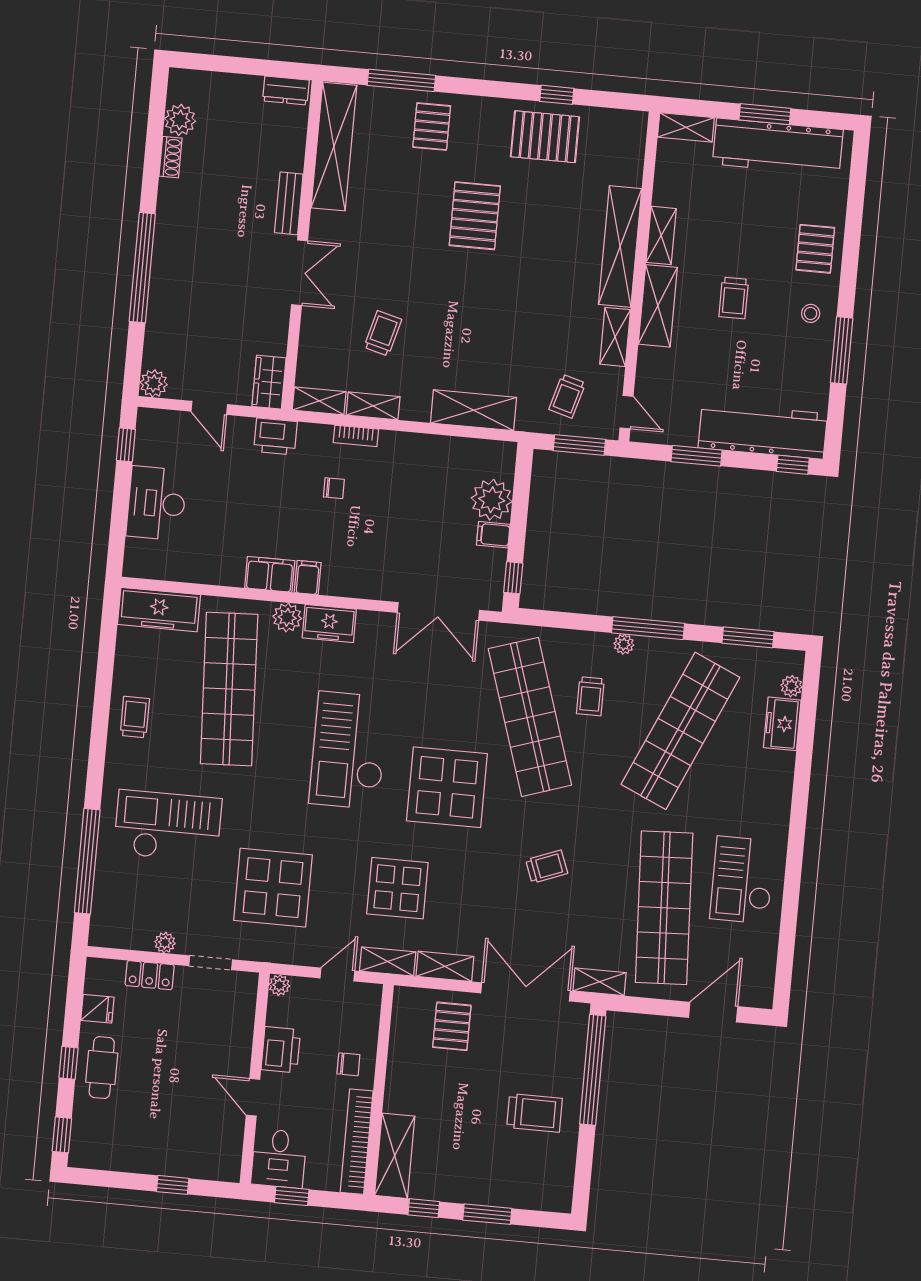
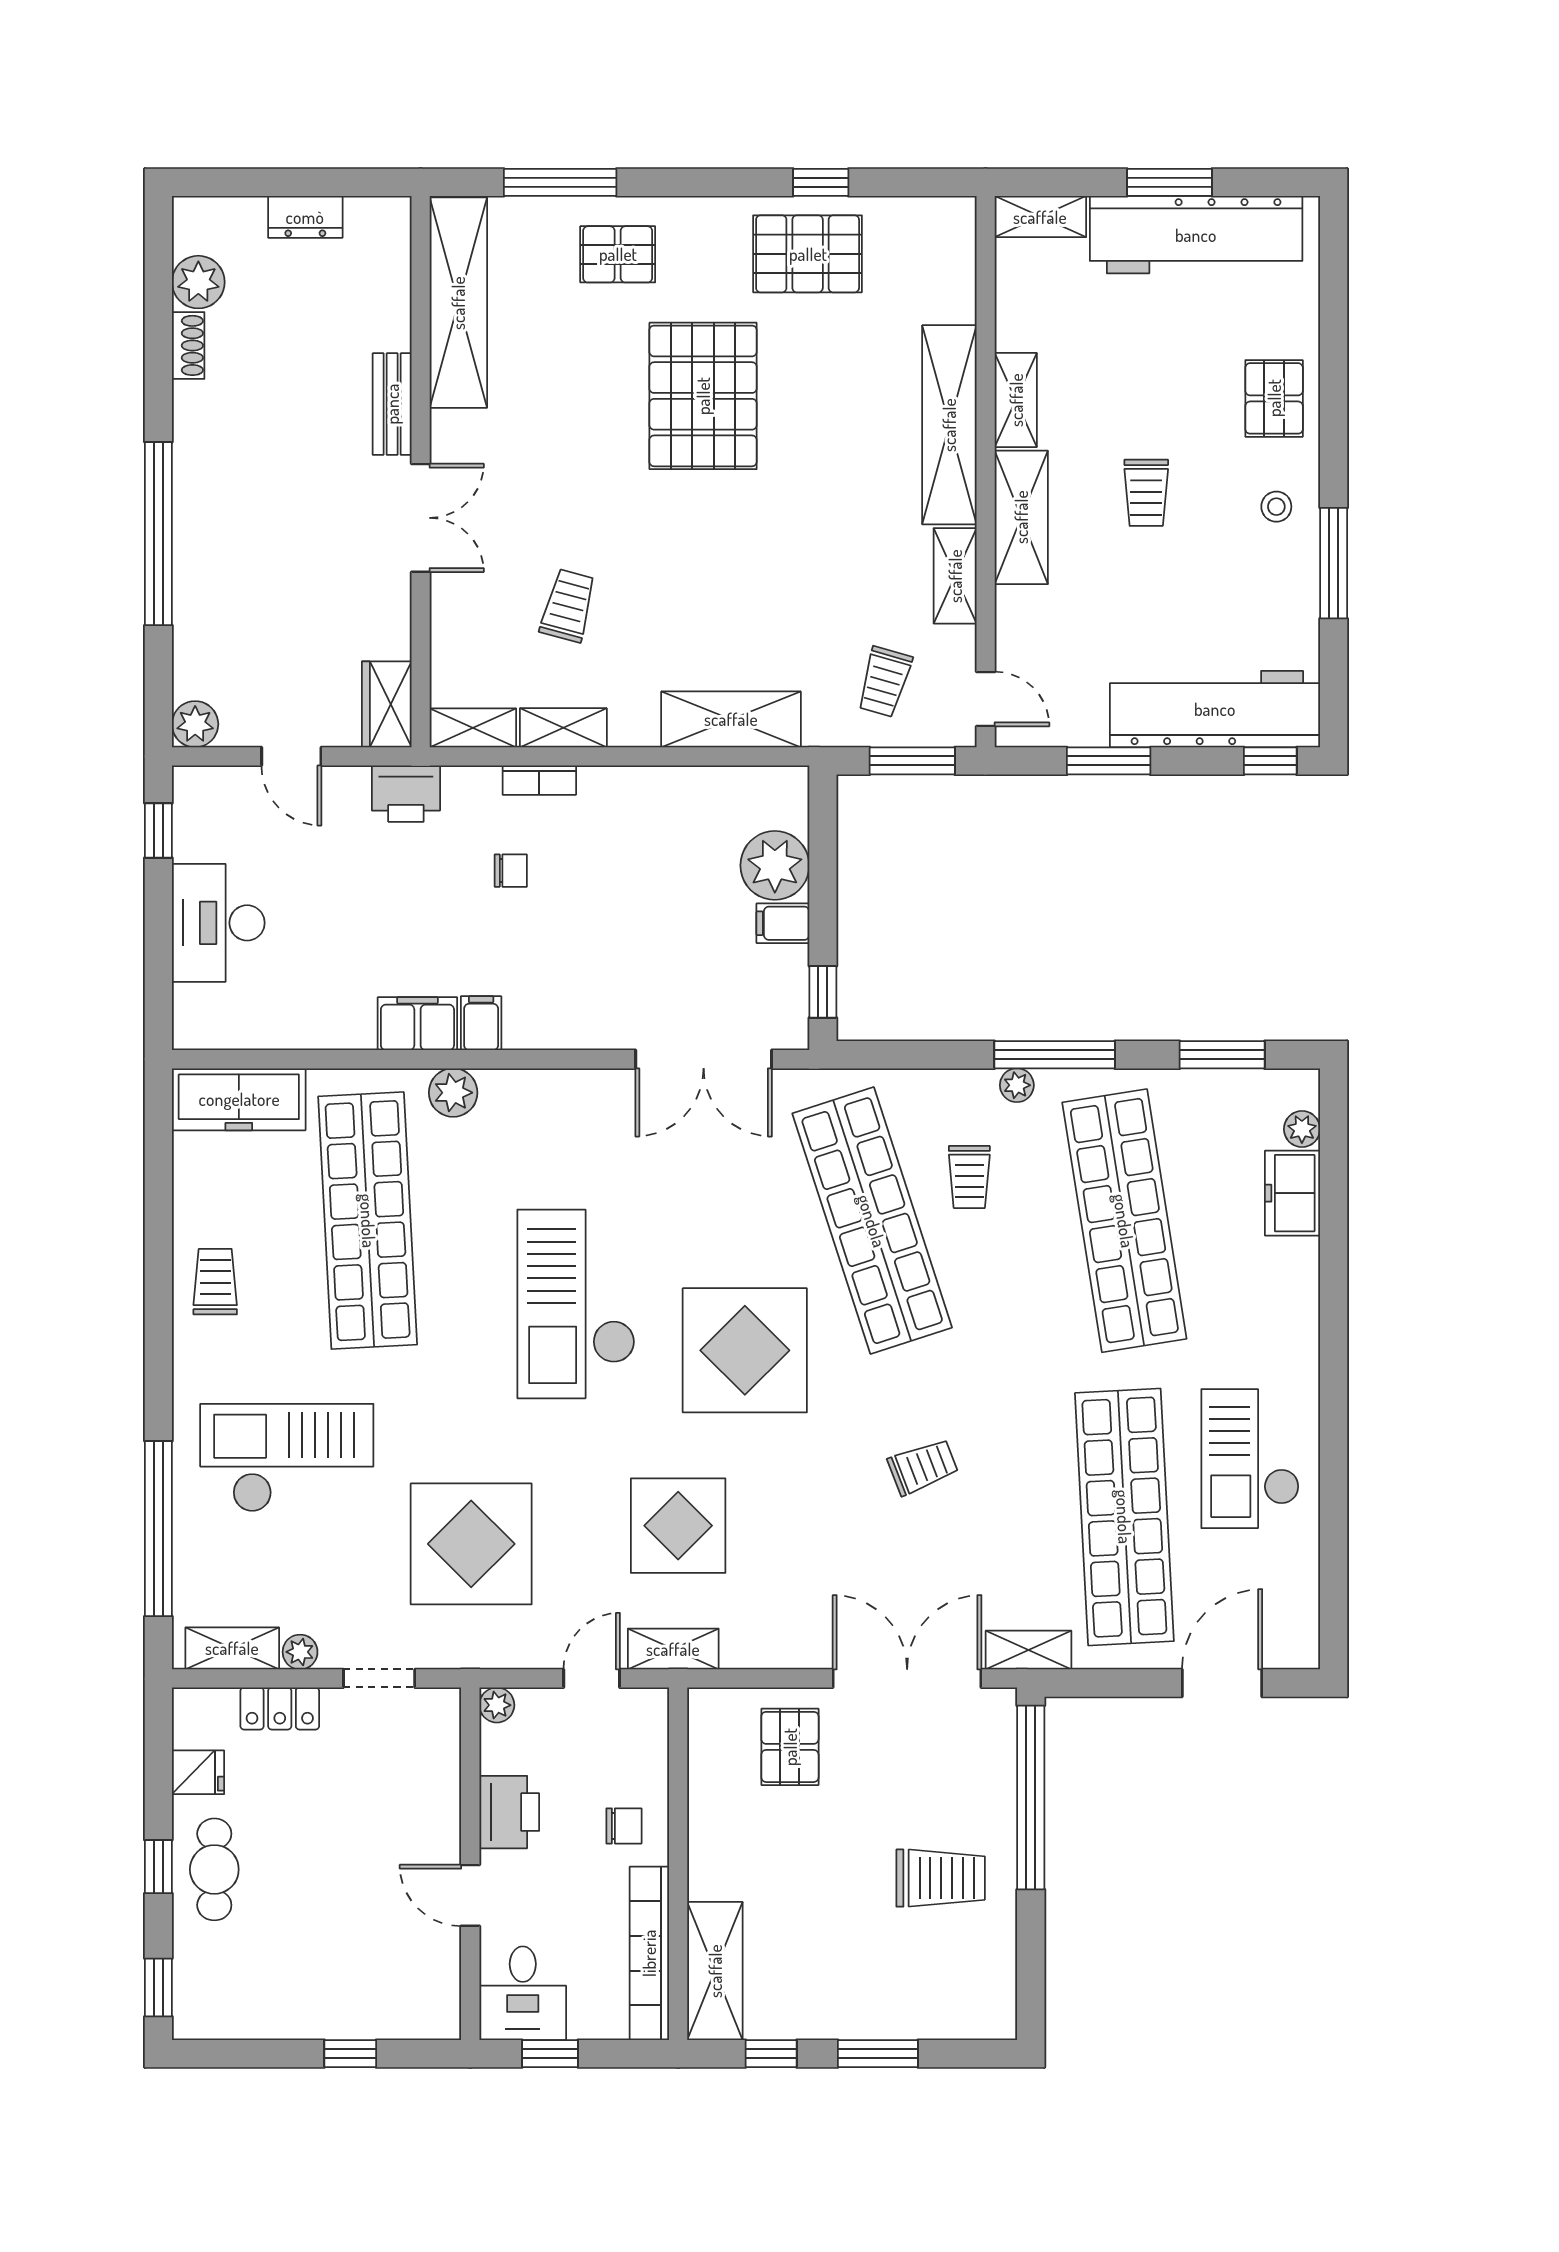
dresser: (286, 90) -> (305, 217), moved
pallet: (432, 127) -> (618, 254), turned 90
pallet: (475, 216) -> (703, 396), width x1.37, depth x1.41
freezer: (329, 623) -> (524, 1096), removed
shop shelf: (680, 731) -> (1124, 1221), turned -33
shelving: (445, 966) -> (232, 1648), moved

